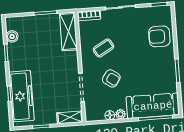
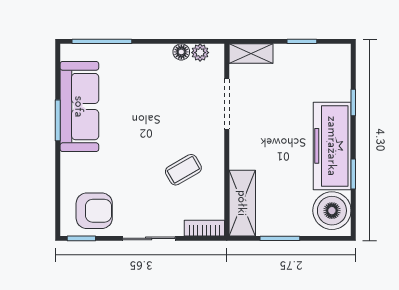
boiler: (12, 36) -> (332, 211), width x1.86, depth x1.86
armchair: (159, 36) -> (94, 211), moved
armchair: (111, 78) -> (174, 116), removed
freezer: (22, 96) -> (332, 146), moved
sofa: (153, 106) -> (79, 107), moved, turned -90
plant: (121, 114) -> (200, 53), moved

